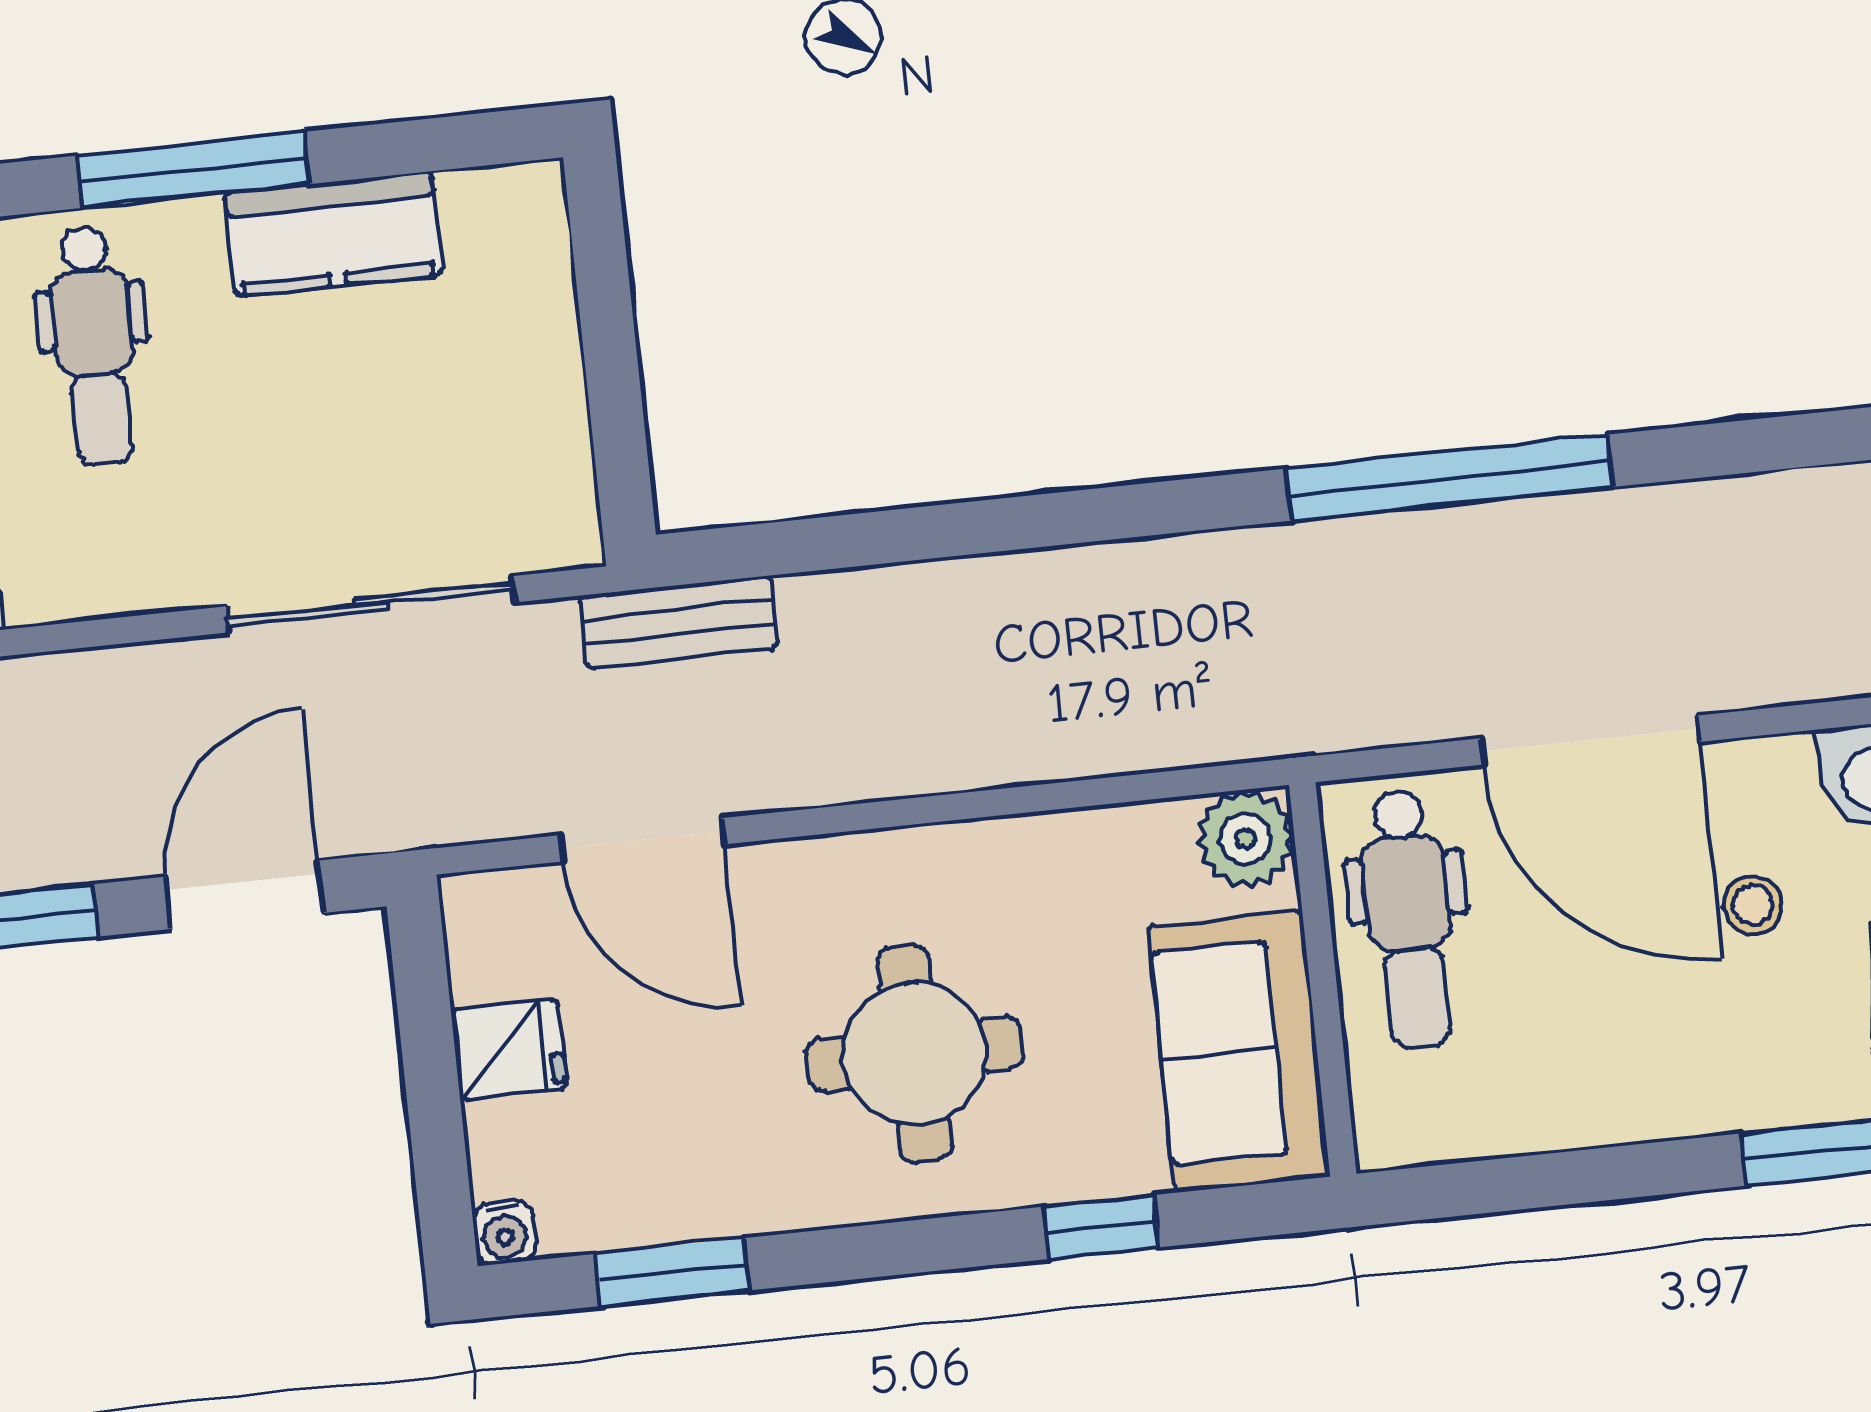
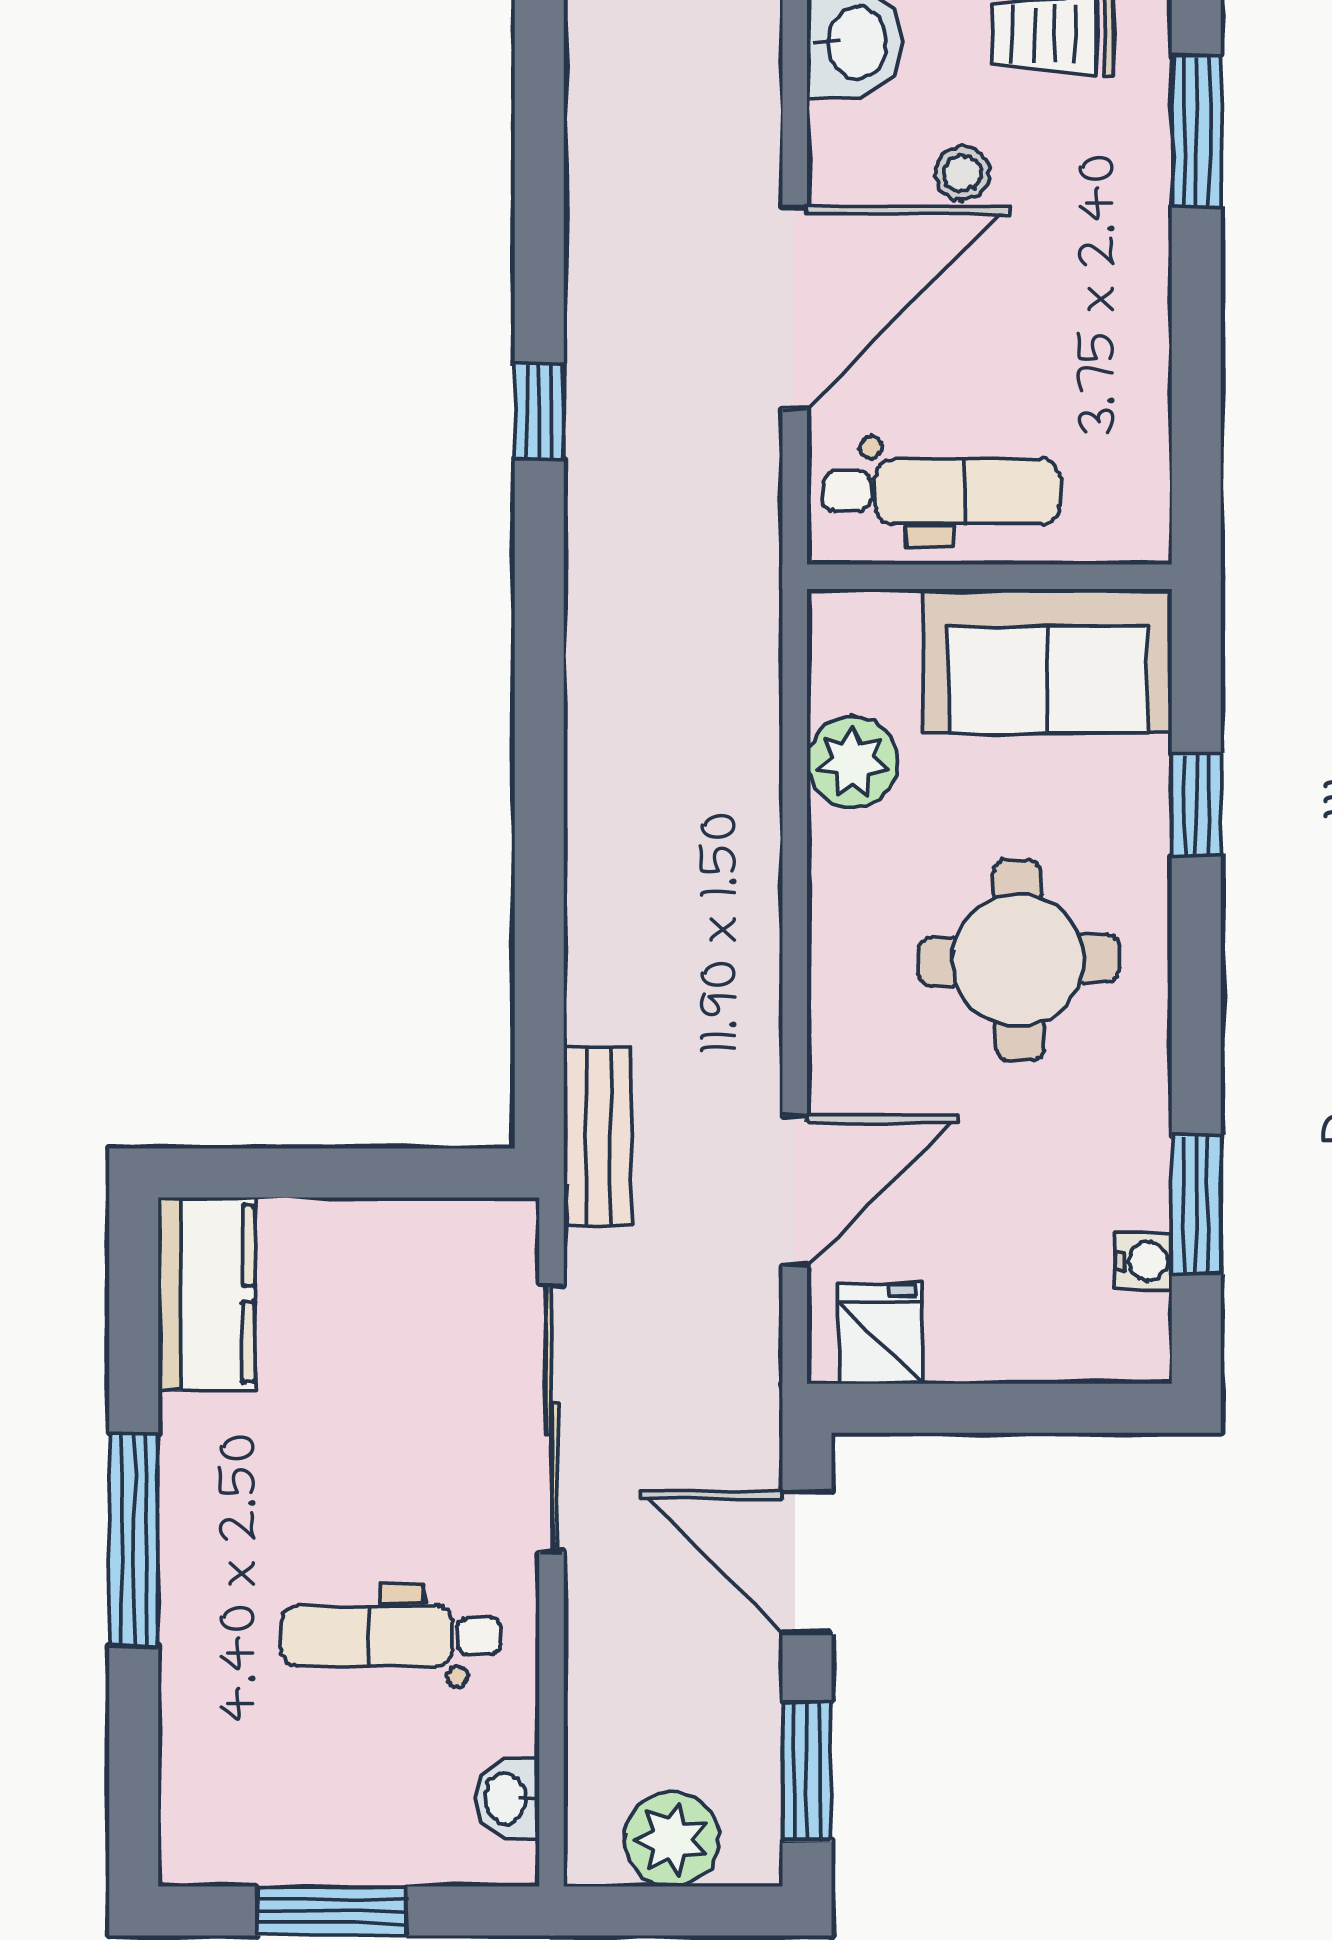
kitchen counter: (333, 234) -> (206, 1294), moved
dental chair: (94, 346) -> (391, 1636), moved, turned 180
window: (1450, 478) -> (539, 411), width x0.32
plant: (1245, 839) -> (852, 762), moved
fridge: (509, 1049) -> (880, 1334), moved
water cooler: (505, 1233) -> (1144, 1261), moved

